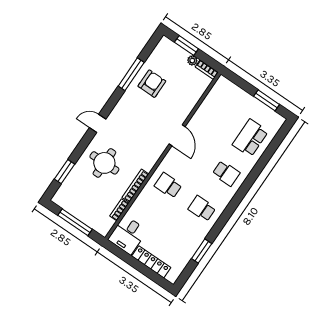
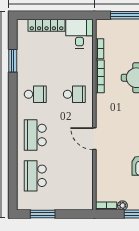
school desk: (250, 138) -> (35, 176), turned 180
school desk: (226, 173) -> (35, 135), width x1.85

